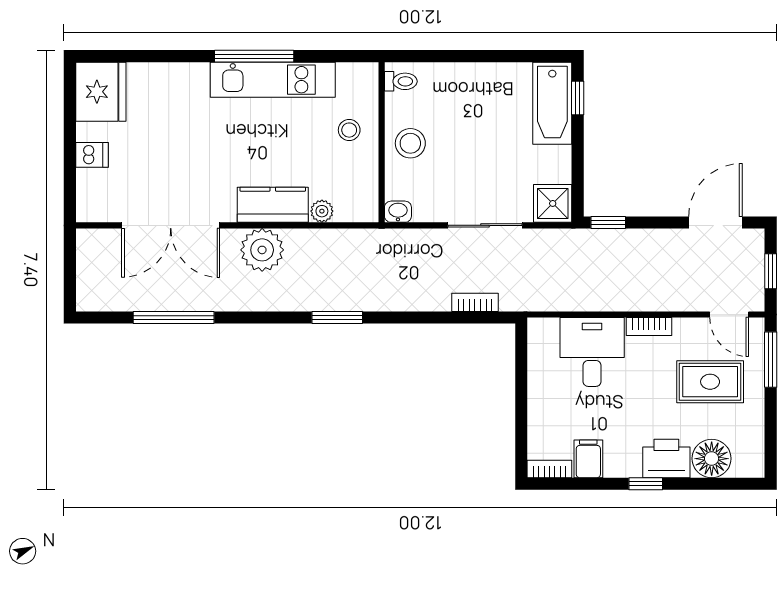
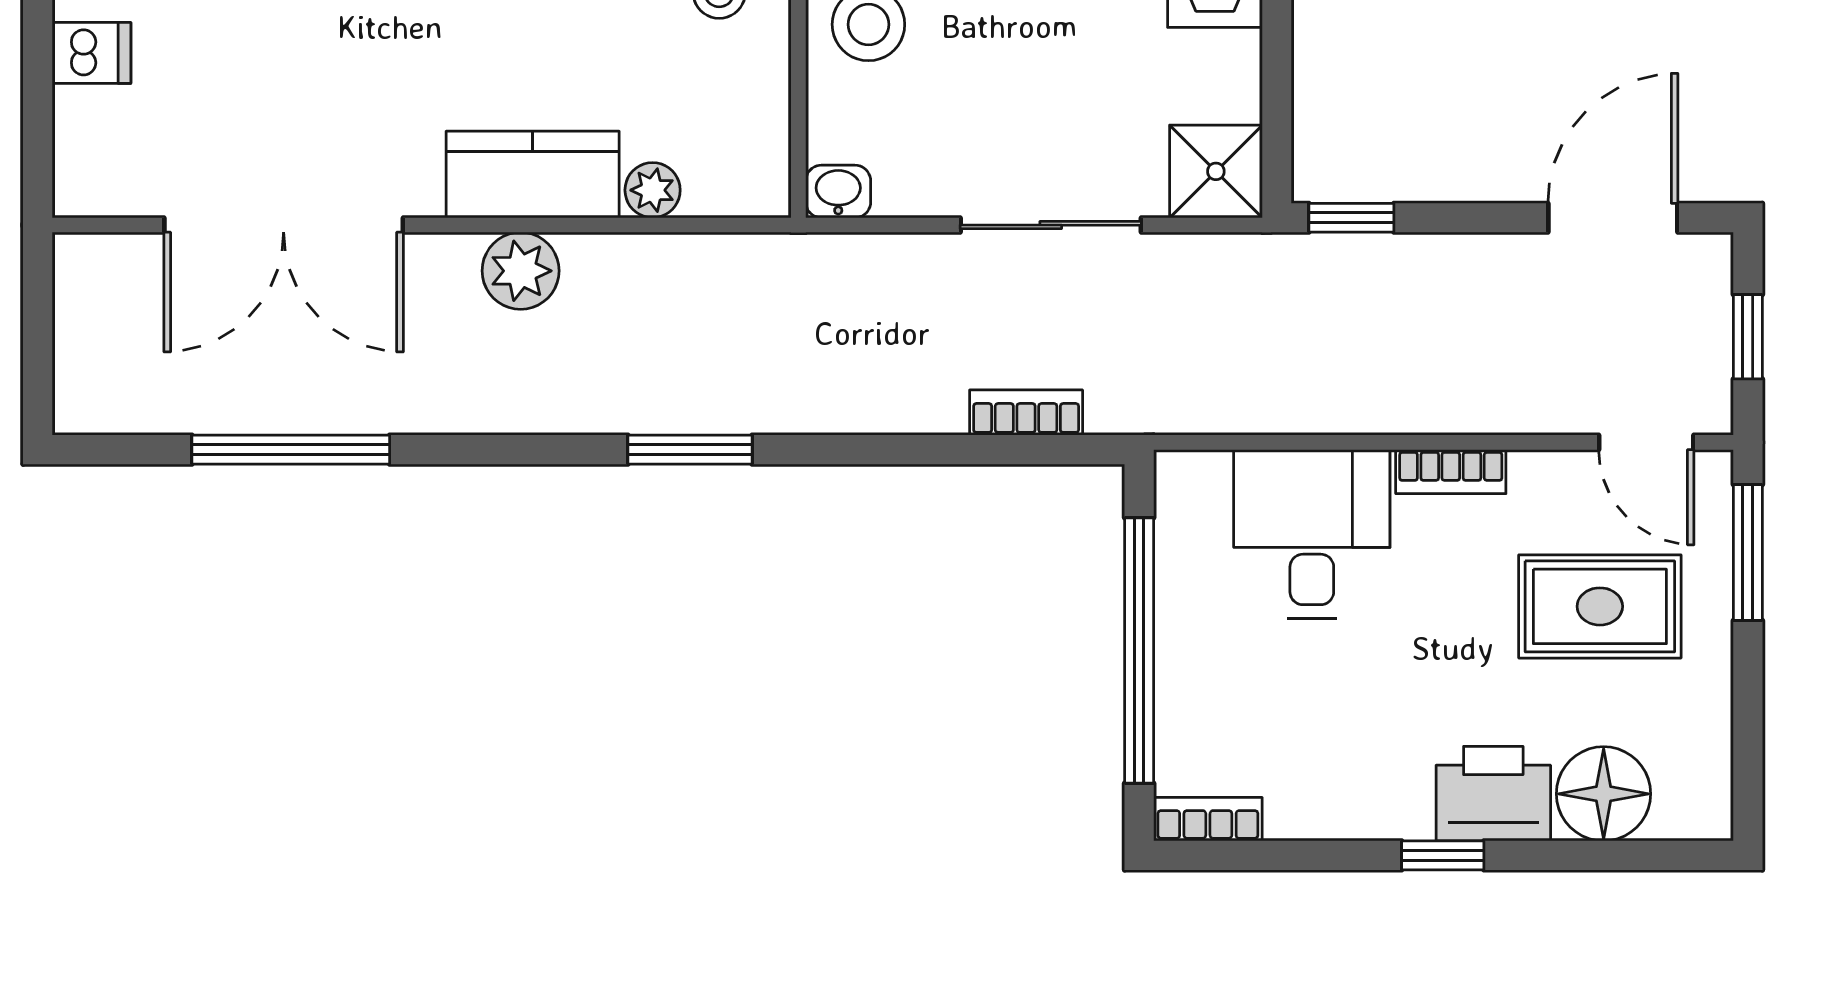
plant: (262, 250) -> (521, 271), width x0.73, depth x0.73
window: (521, 400) -> (1139, 650), added
filing cabinet: (588, 459) -> (1303, 795), removed

